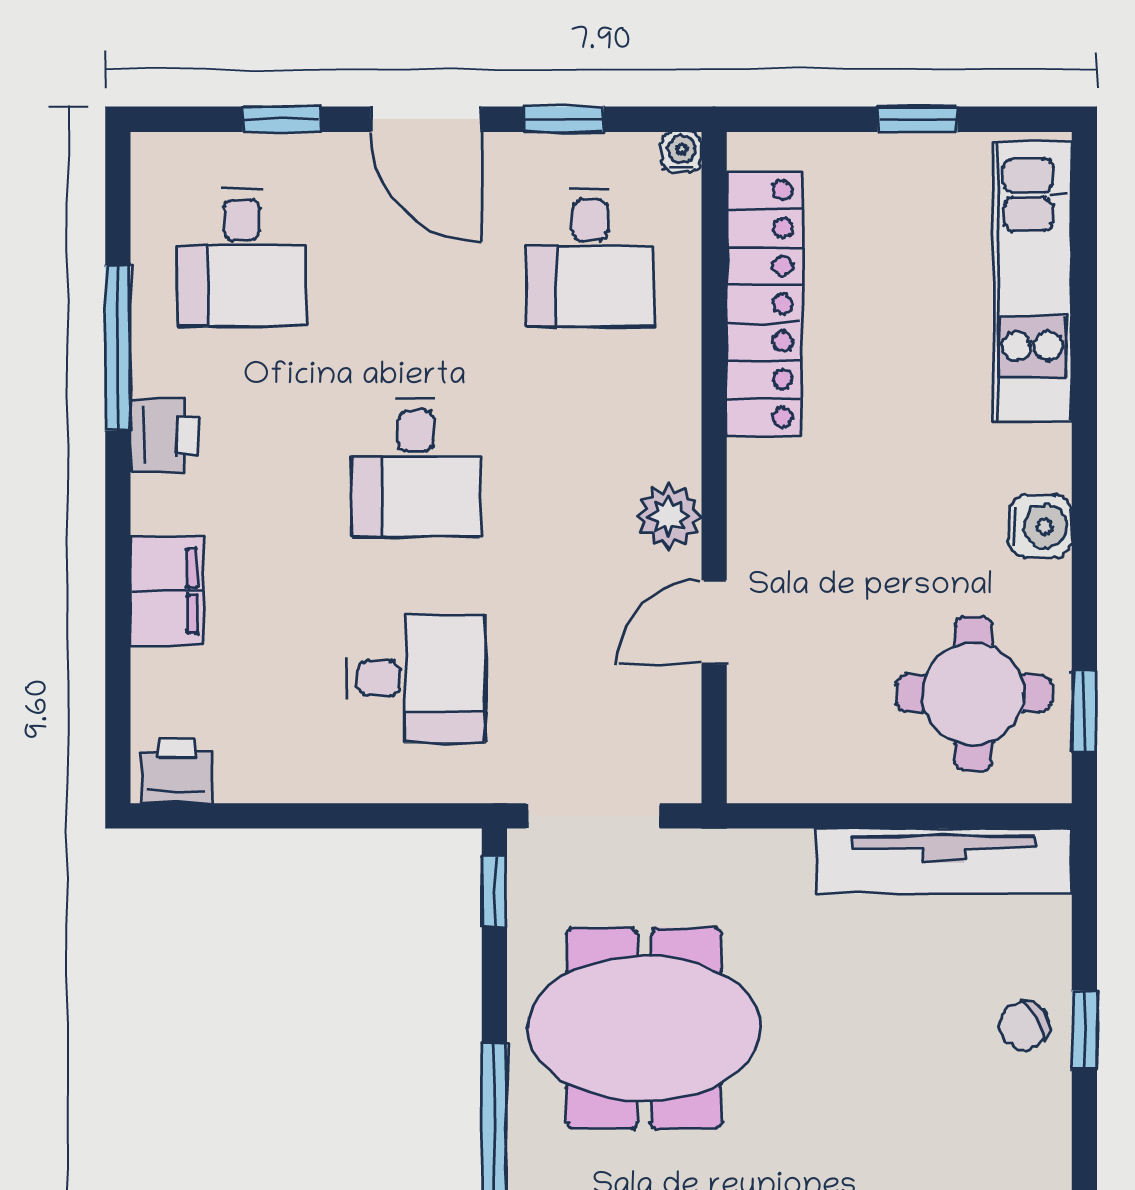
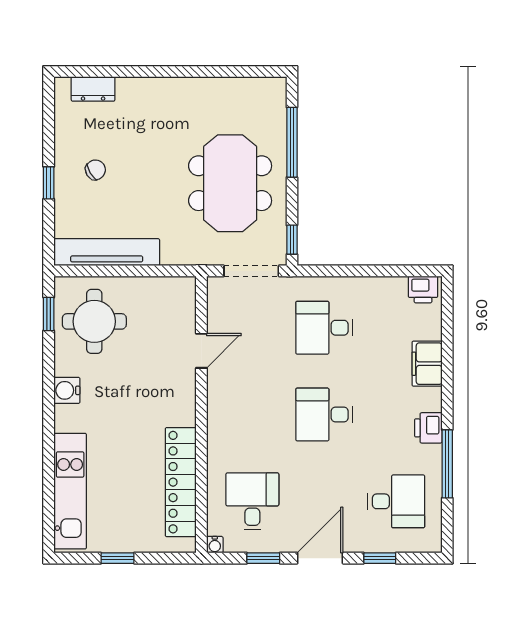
door: (426, 119) -> (320, 558), hinge flipped
desk: (242, 257) -> (396, 501), turned 90
desk: (416, 468) -> (324, 415), turned -90
plant: (669, 516) -> (220, 395), removed
chair: (1024, 1026) -> (96, 170), moved
meeting table: (644, 1028) -> (230, 183), turned 90

